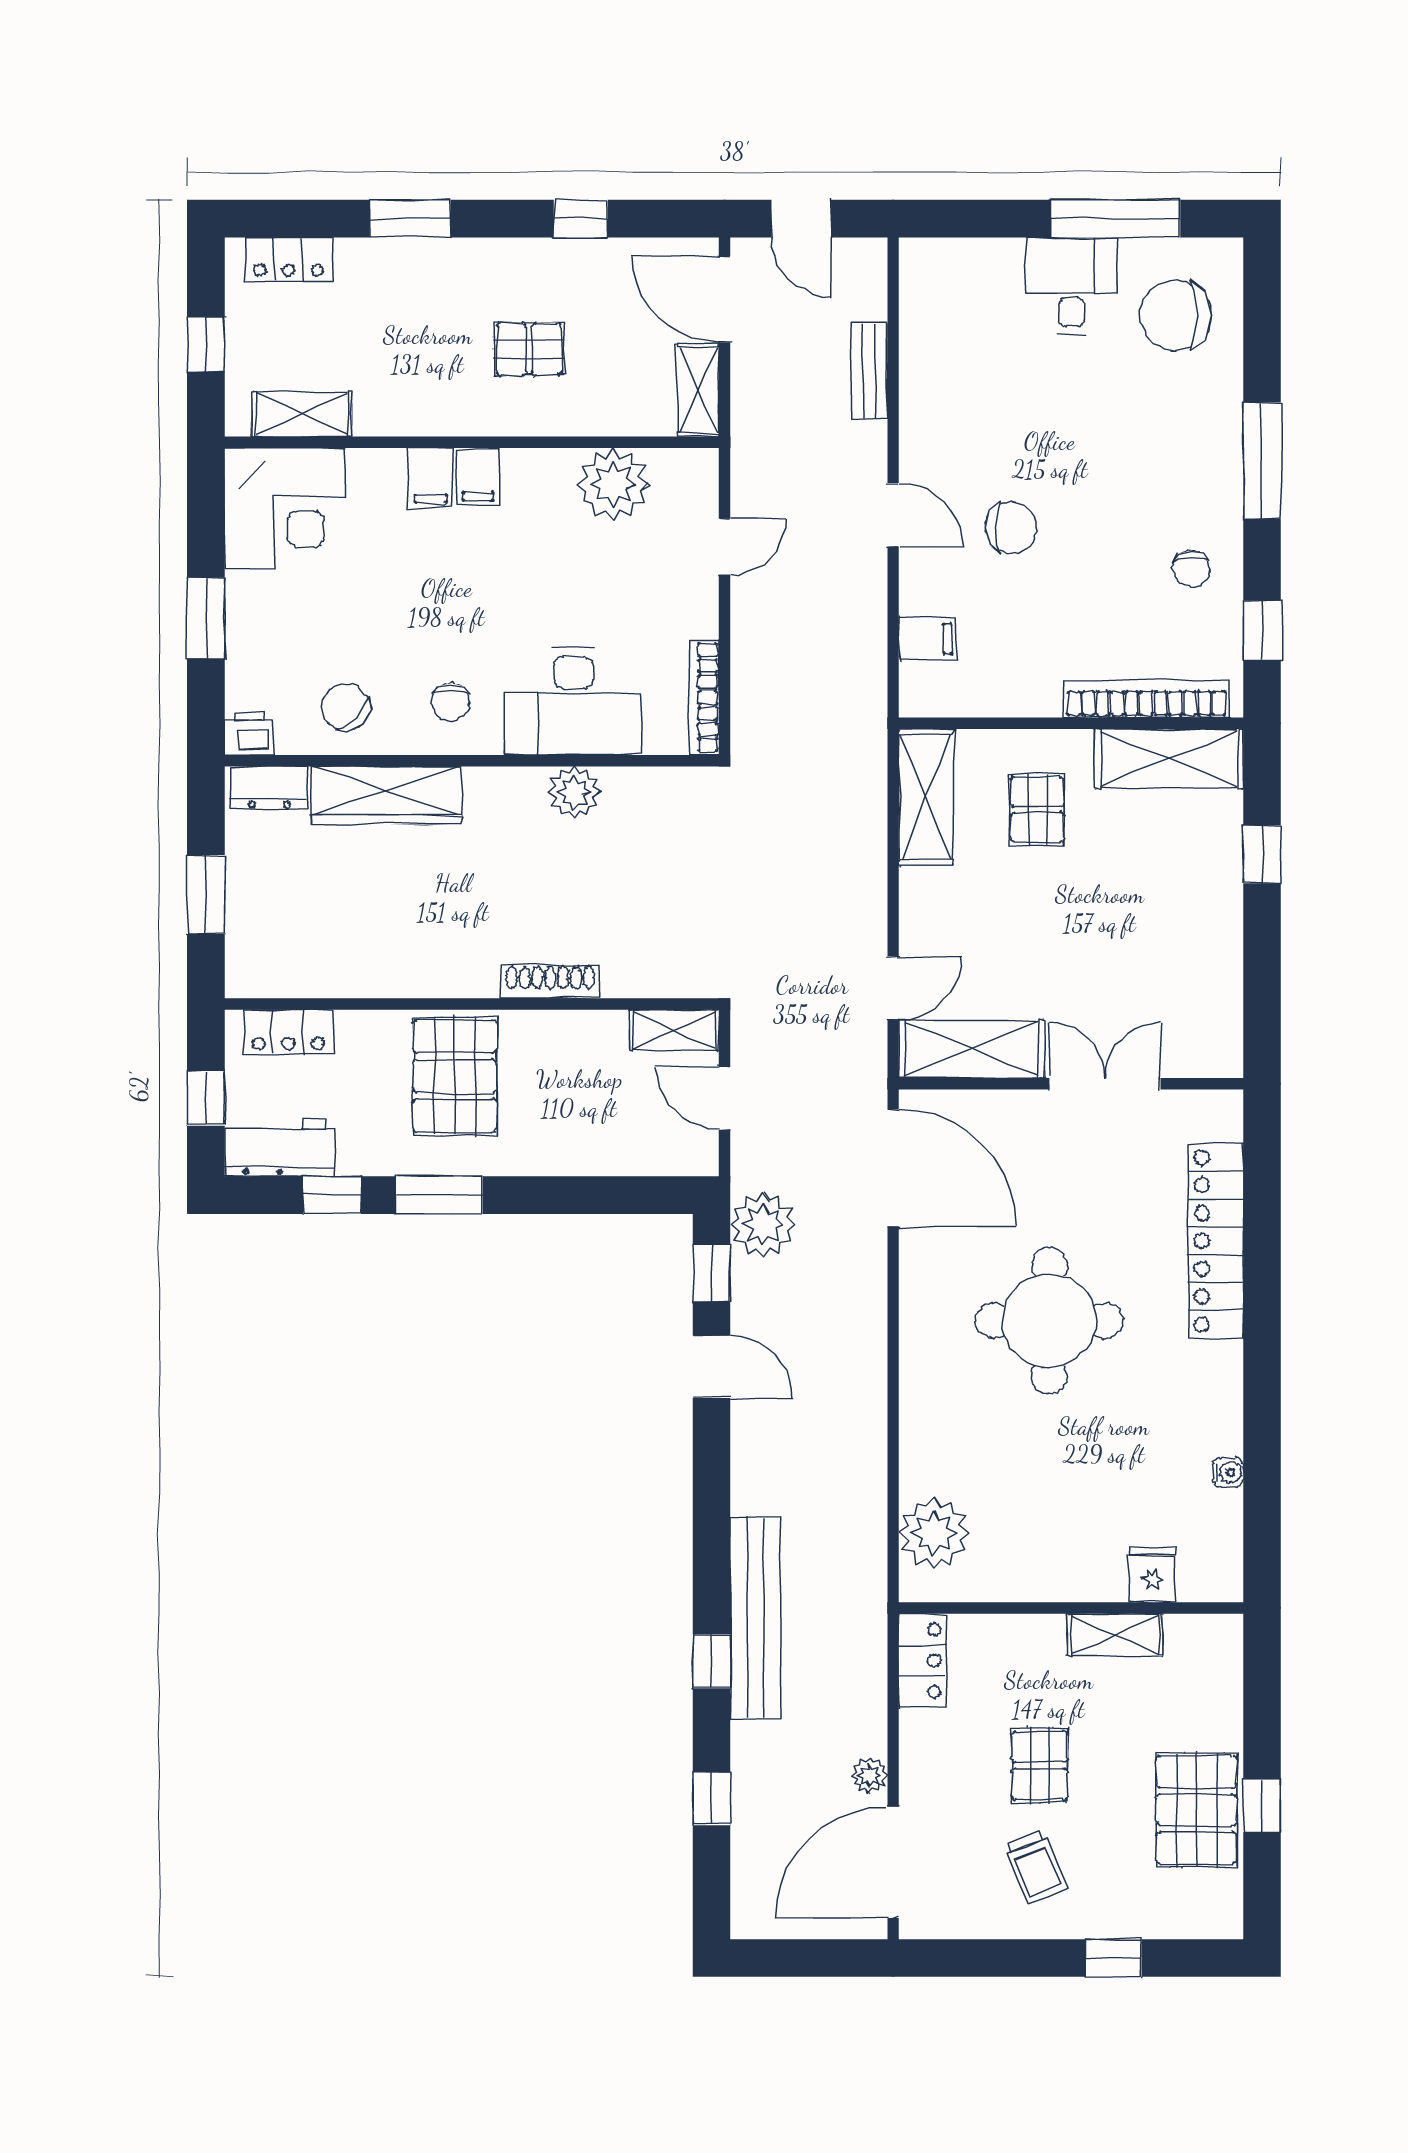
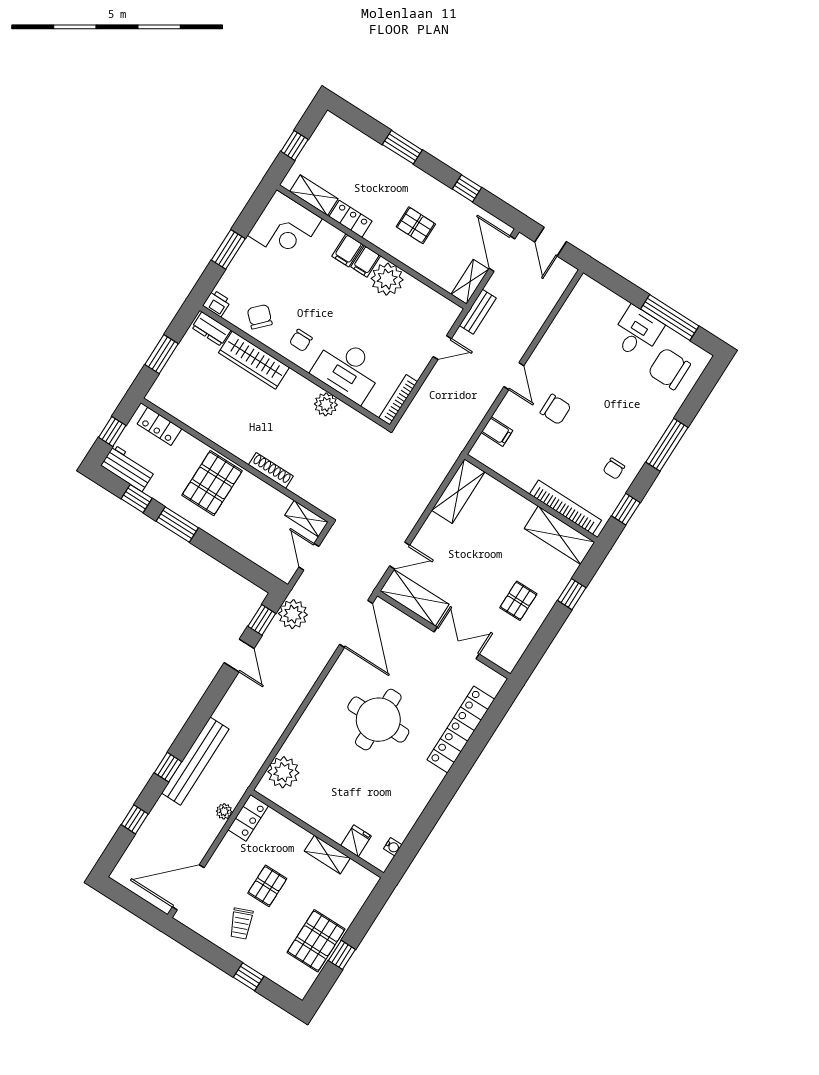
locker: (289, 259) -> (350, 219), moved, turned 180
bench: (869, 370) -> (478, 312), moved
plant: (613, 484) -> (387, 279), moved
pallet: (1037, 809) -> (518, 601), moved
water cooler: (1228, 1472) -> (393, 847), moved
plant: (870, 1776) -> (224, 811), moved

